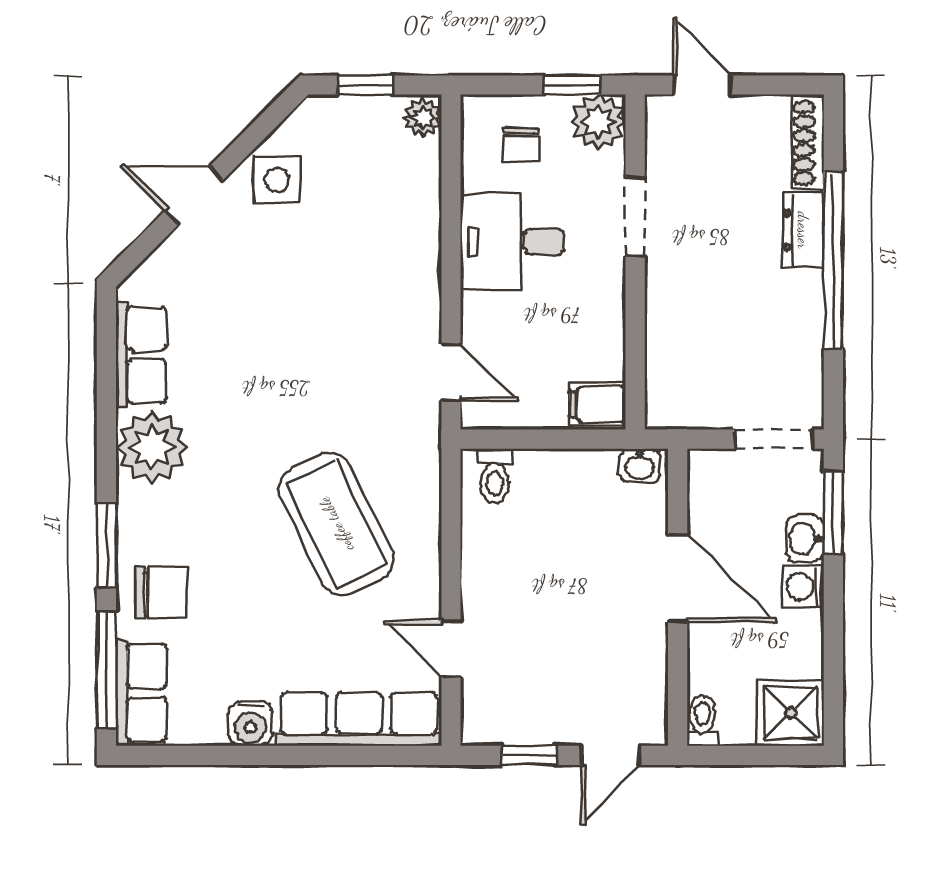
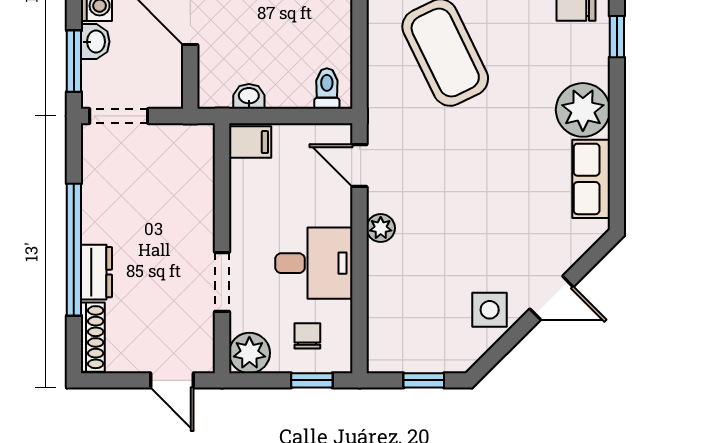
window: (572, 85) -> (312, 380), moved
plant: (423, 118) -> (381, 228), moved
washbasin: (640, 465) -> (249, 96), moved
window: (106, 545) -> (617, 37), width x0.67

